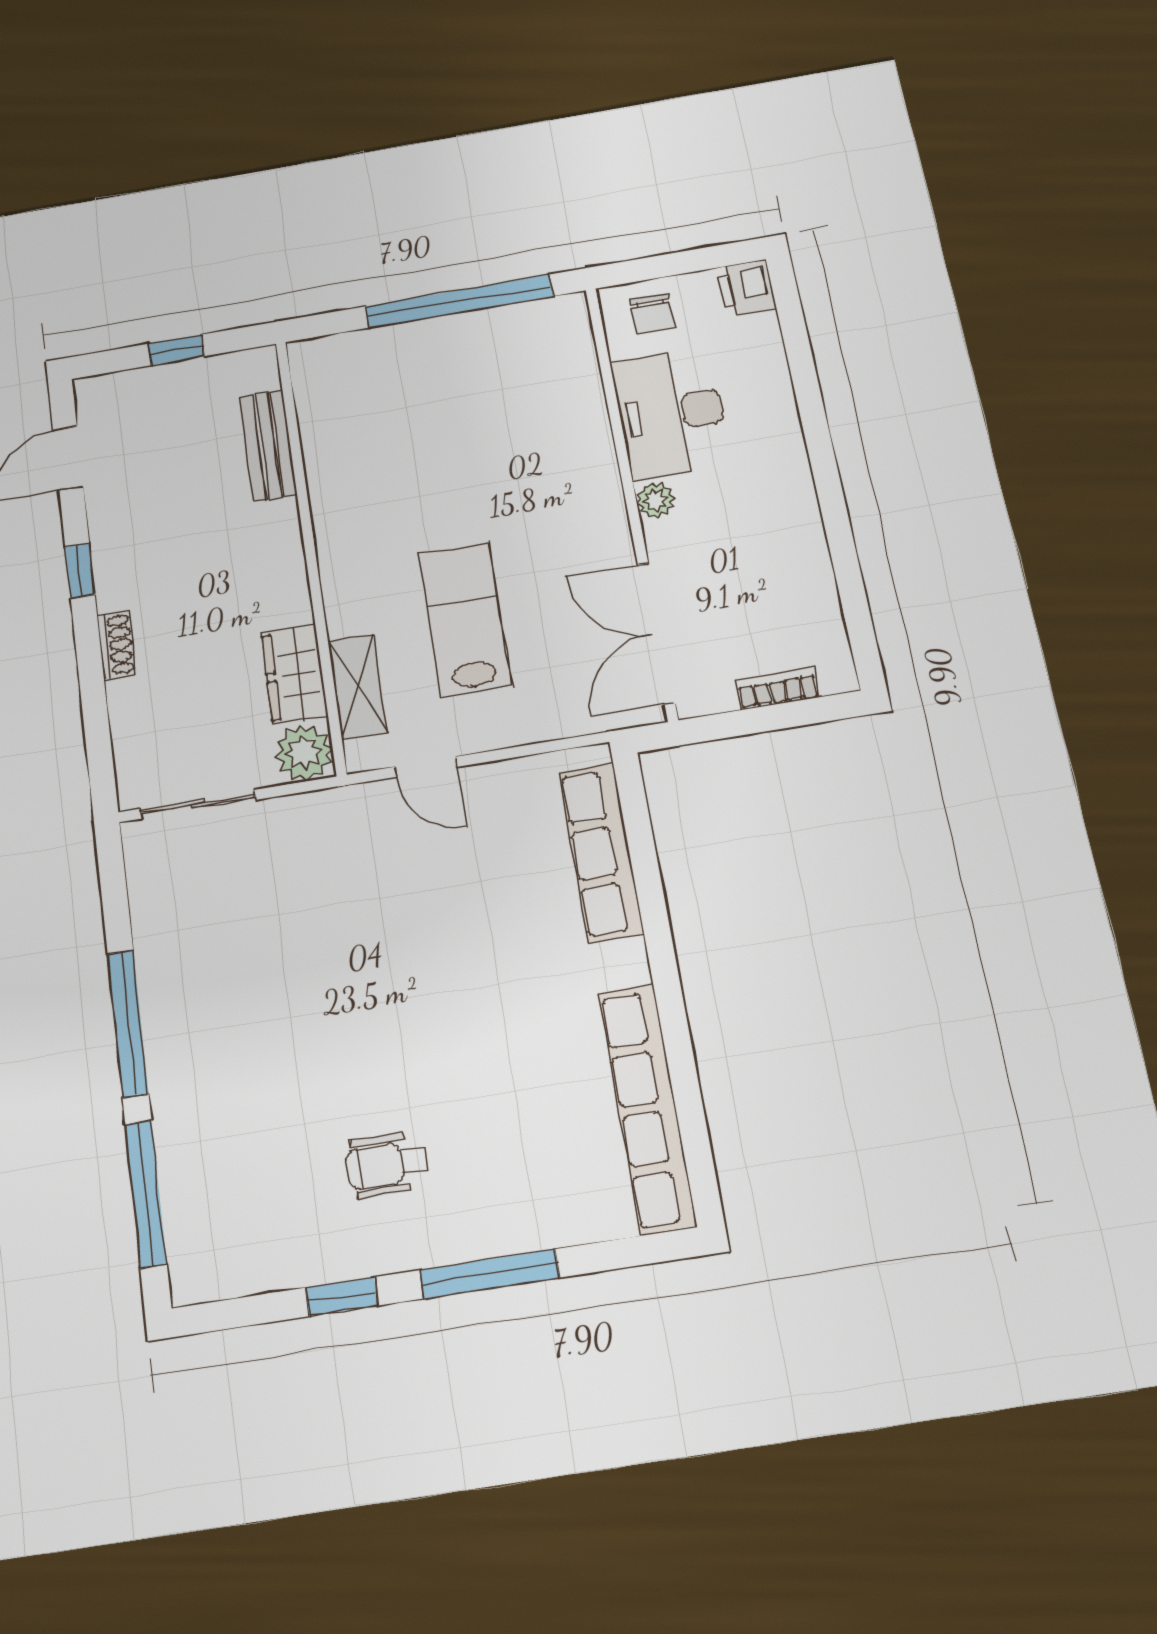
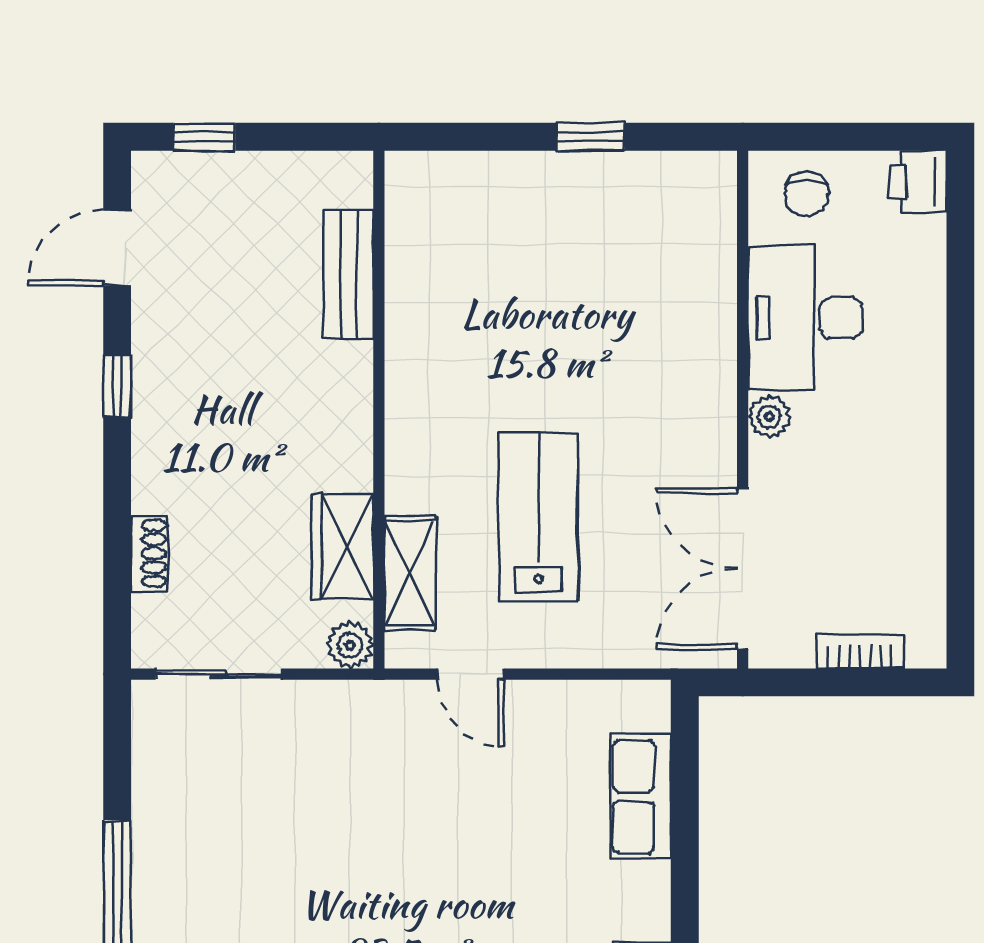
window: (459, 301) -> (591, 137), width x0.32
window: (177, 350) -> (204, 137), moved
shoe rack: (117, 645) -> (149, 553), moved
plant: (304, 753) -> (350, 645), width x0.73, depth x0.73
row of seats: (601, 853) -> (641, 797), width x0.68

